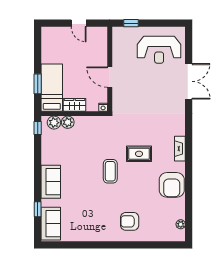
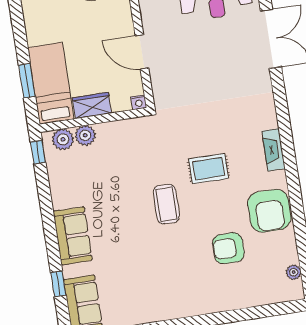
armchair: (130, 221) -> (228, 248), moved

